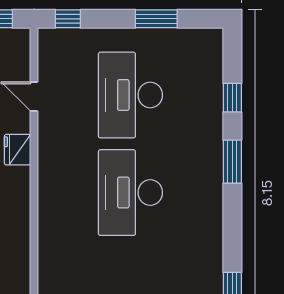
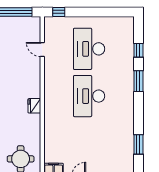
window: (156, 19) -> (102, 12), removed
fridge: (17, 150) -> (34, 106), moved

